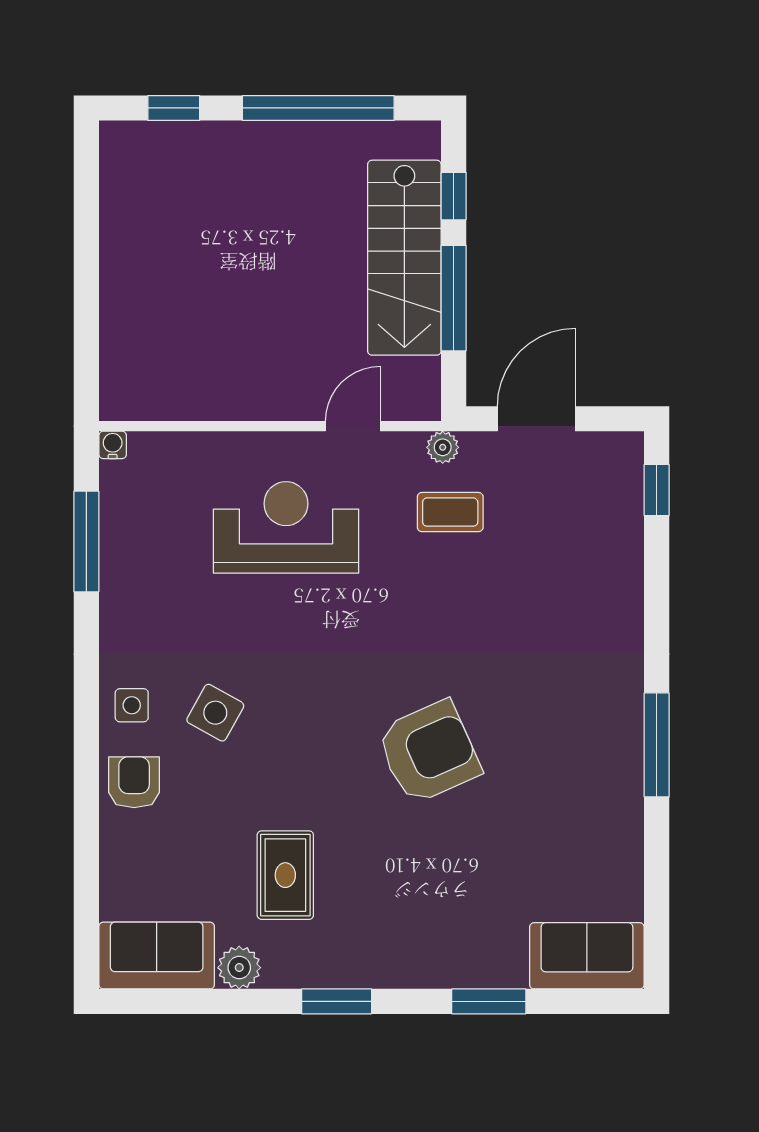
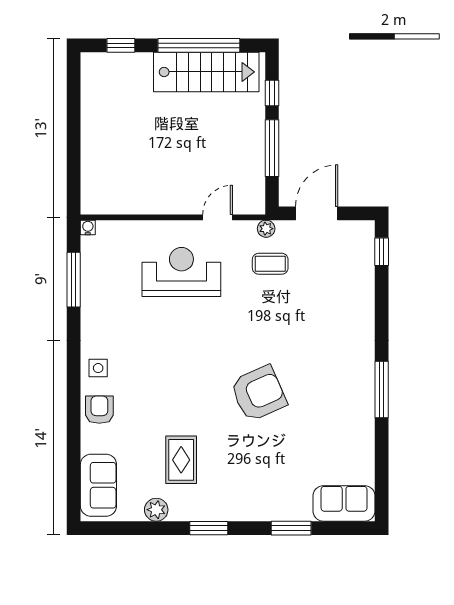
stairs: (404, 258) -> (206, 72), moved, turned -90
side table: (215, 713) -> (143, 372), removed
sofa: (157, 956) -> (98, 485), moved, turned 90

